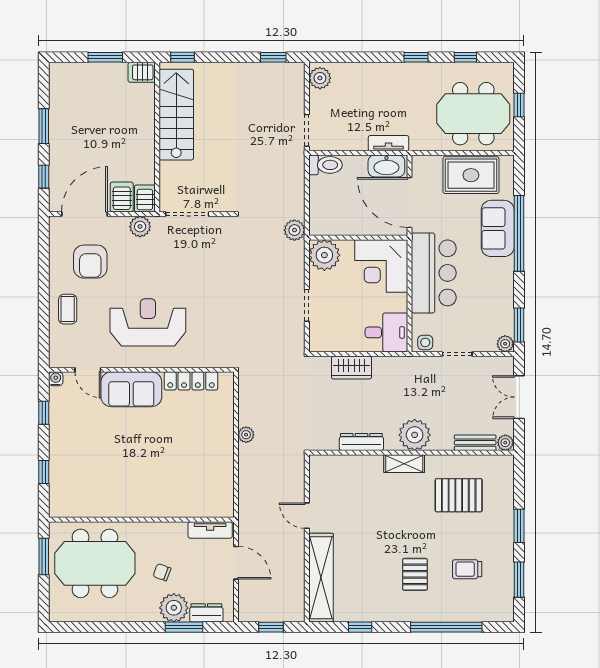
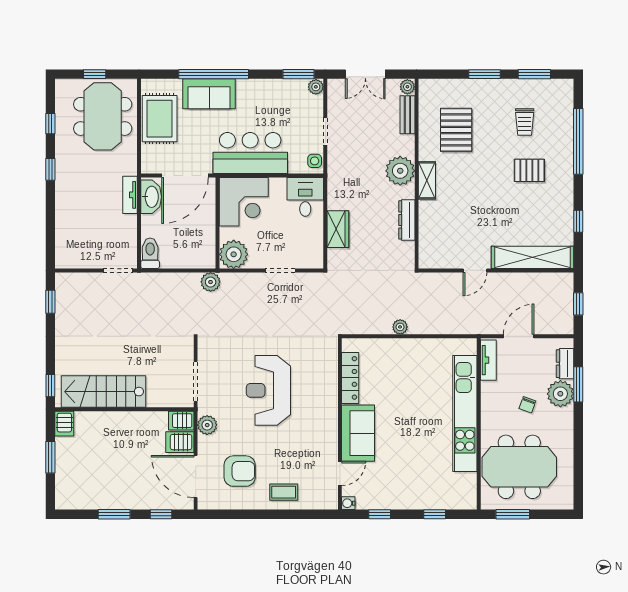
plant: (320, 78) -> (70, 258), removed
reception desk: (148, 322) -> (268, 390), moved
kitchen unit: (152, 505) -> (465, 414), added
meeting table: (95, 563) -> (519, 467), turned 90

